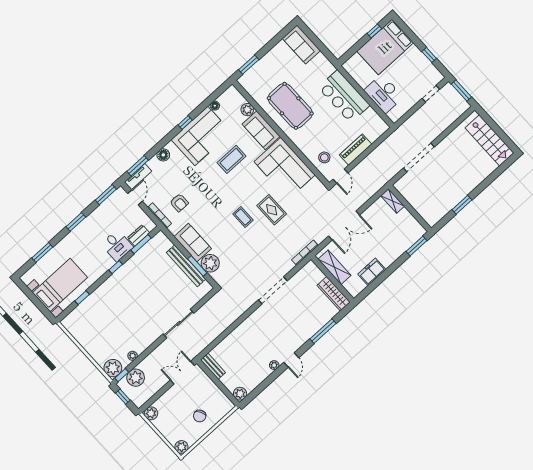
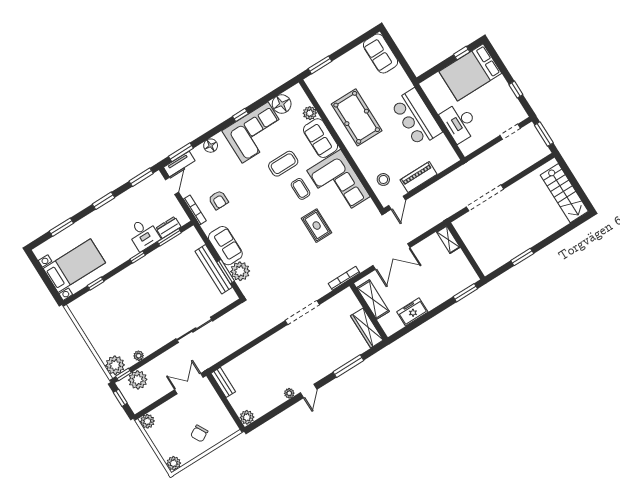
floor lamp: (215, 106) -> (282, 104), width x1.89, depth x1.89
coffee table: (243, 217) -> (301, 189), moved

